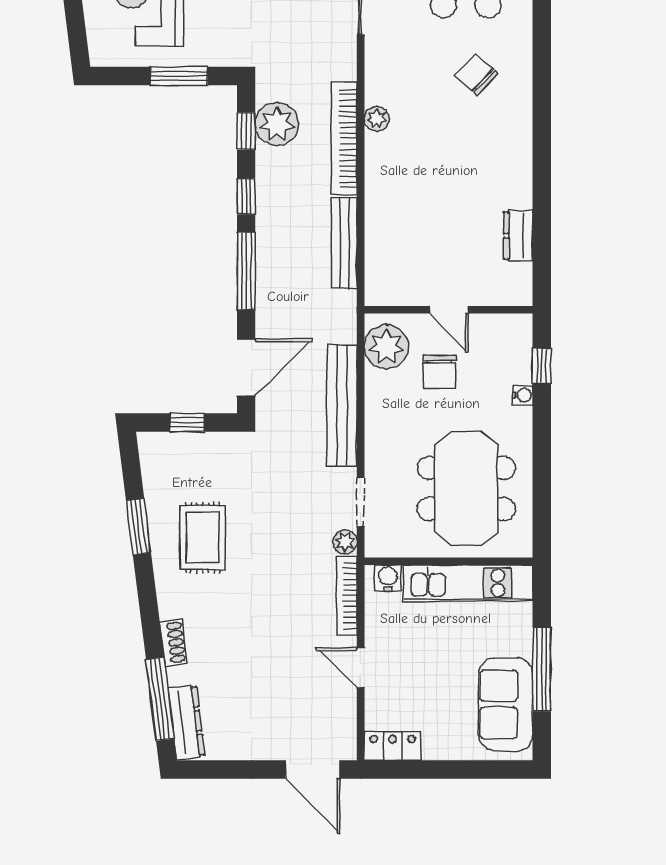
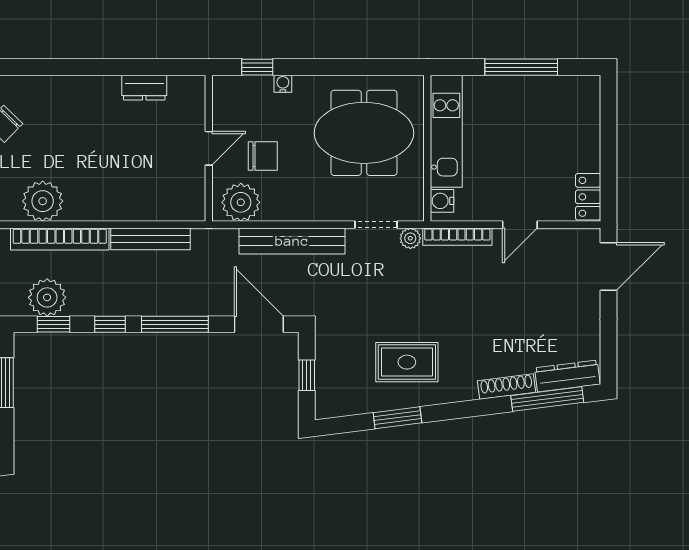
plant: (377, 119) -> (43, 201), width x1.87, depth x1.87
shoe rack: (173, 643) -> (507, 386), width x1.43
sofa: (506, 704) -> (552, 99), removed

